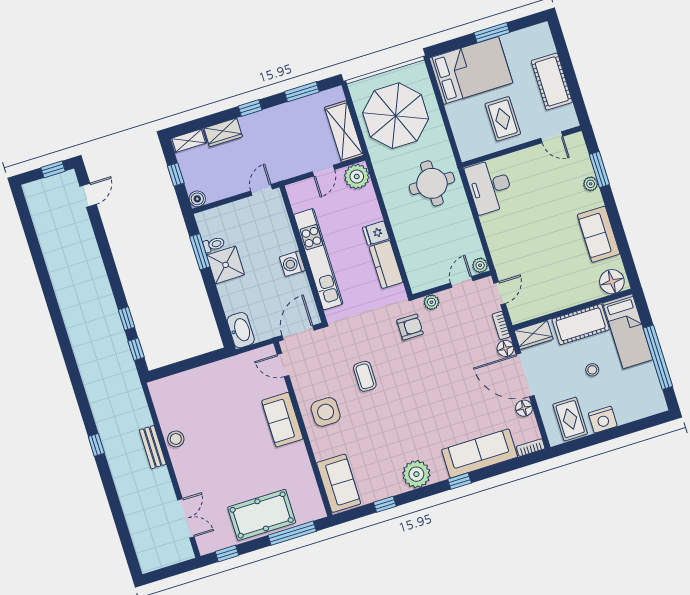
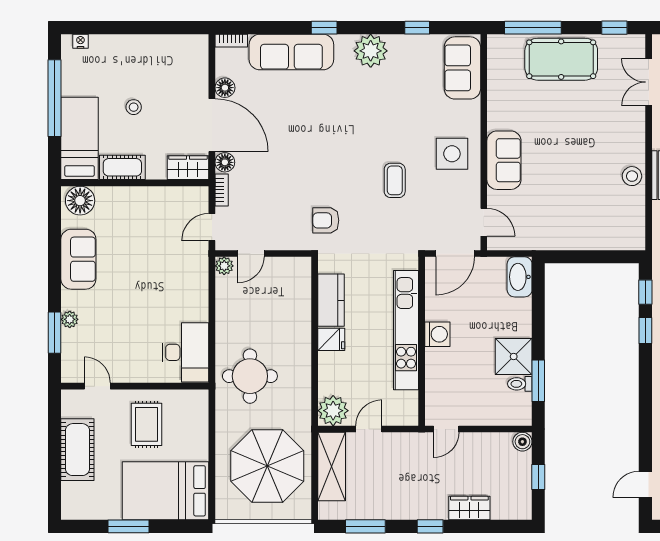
shelving: (189, 141) -> (512, 511), removed
plant: (431, 302) -> (293, 241), removed
cot: (581, 324) -> (122, 167), width x0.73, depth x0.75
rug: (570, 419) -> (176, 59), removed
nightstand: (603, 420) -> (80, 41), moved, width x0.53, depth x0.56

